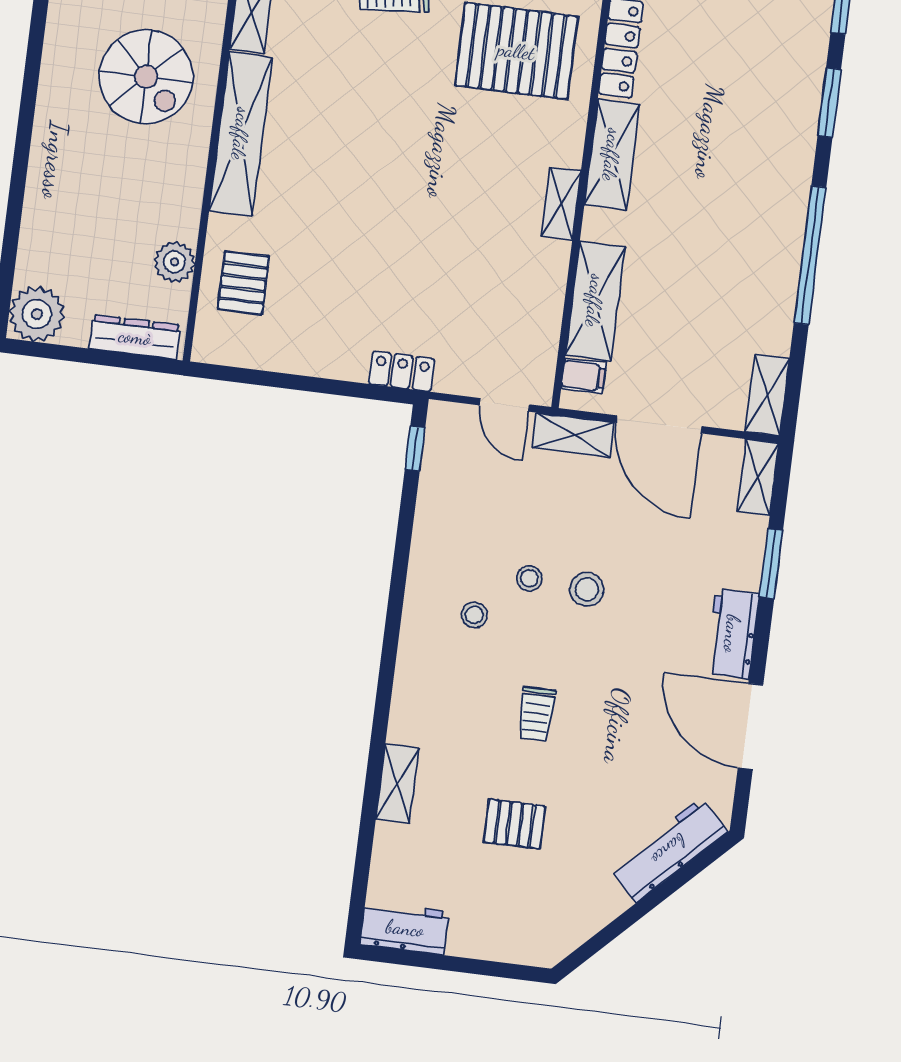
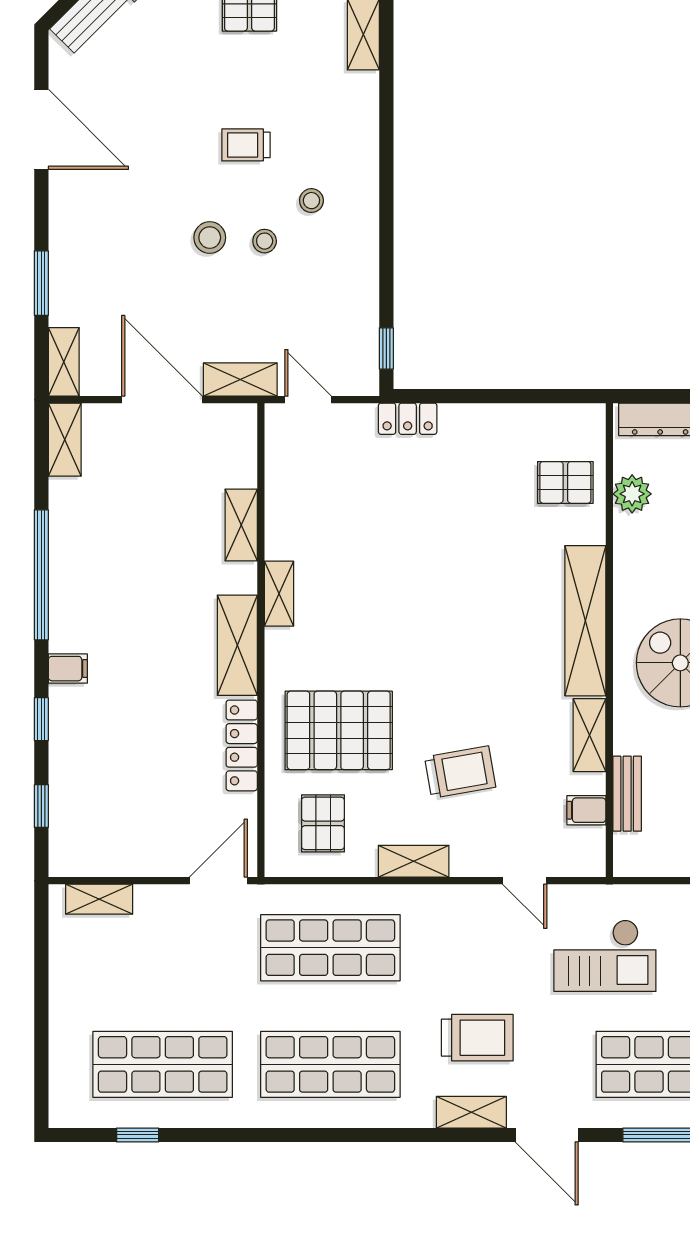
window: (829, 103) -> (41, 719), width x0.67
pallet: (243, 283) -> (565, 482), turned 90
shelving: (595, 301) -> (241, 525), width x0.67, depth x0.75
filing cabinet: (584, 376) -> (68, 669), moved, turned 180
workbench: (732, 634) -> (69, 213), removed
trolley: (536, 714) -> (246, 145), moved, turned -90

